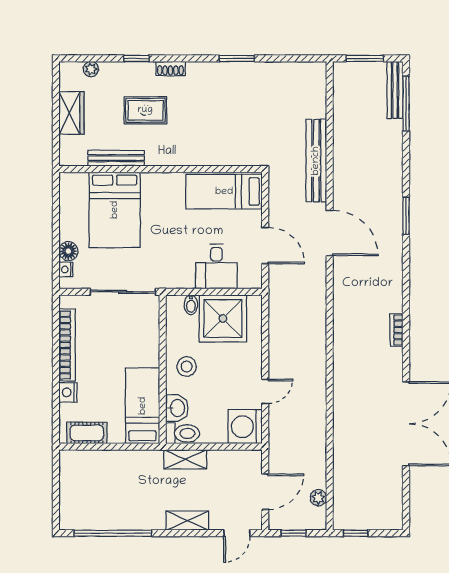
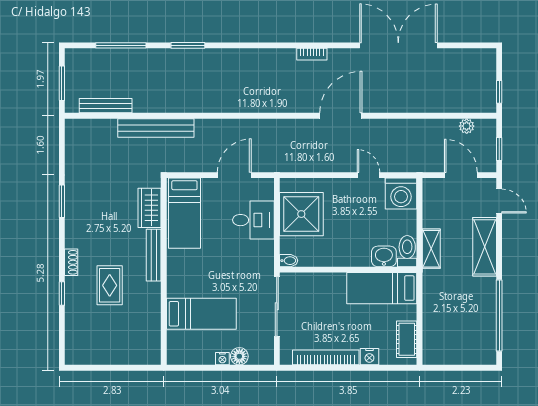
plant: (91, 69) -> (72, 336), removed
bench: (395, 90) -> (106, 106), moved
window: (406, 104) -> (121, 45), moved
wardrobe: (71, 113) -> (150, 208), moved, turned -90
bench: (116, 158) -> (154, 255), moved
bed: (115, 210) -> (201, 314), width x0.67
window: (406, 216) -> (188, 45), moved
door: (330, 233) -> (341, 116), moved
nightstand: (66, 270) -> (222, 359), moved
bidet: (191, 305) -> (289, 261), moved
stool: (187, 367) -> (346, 247), removed
shelving: (187, 521) -> (485, 247), width x1.50, depth x1.33

